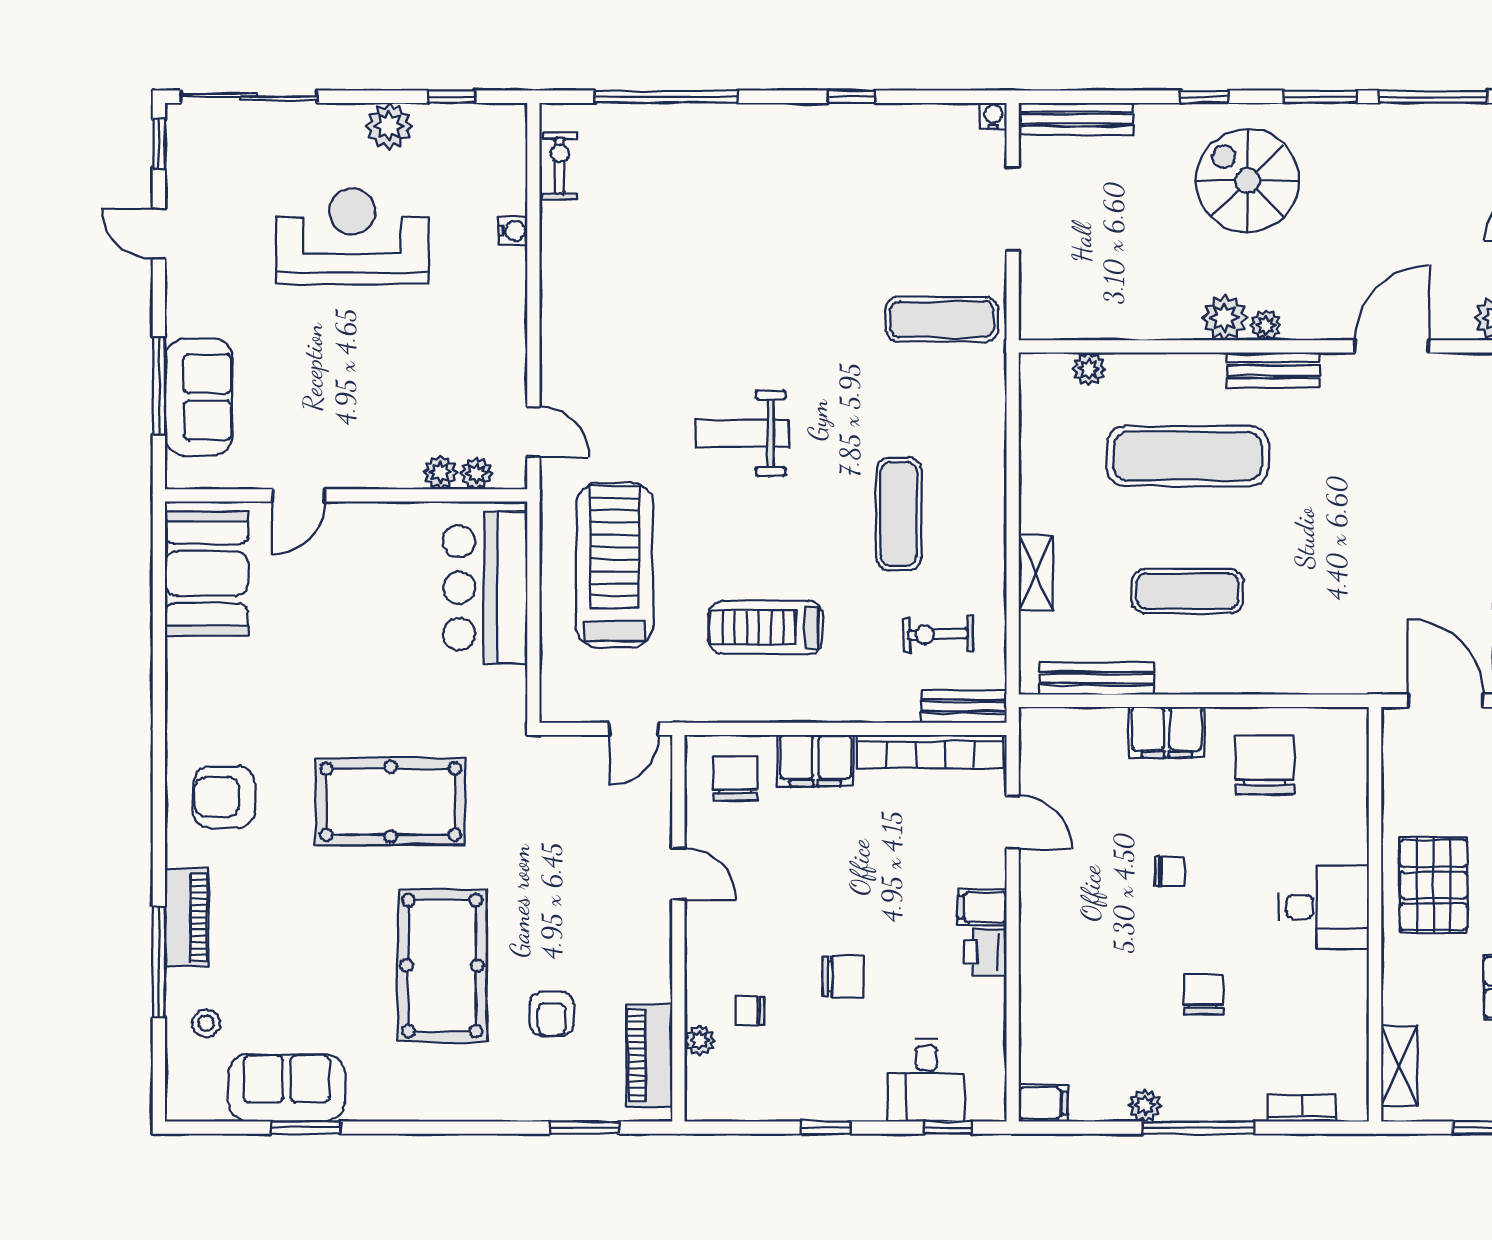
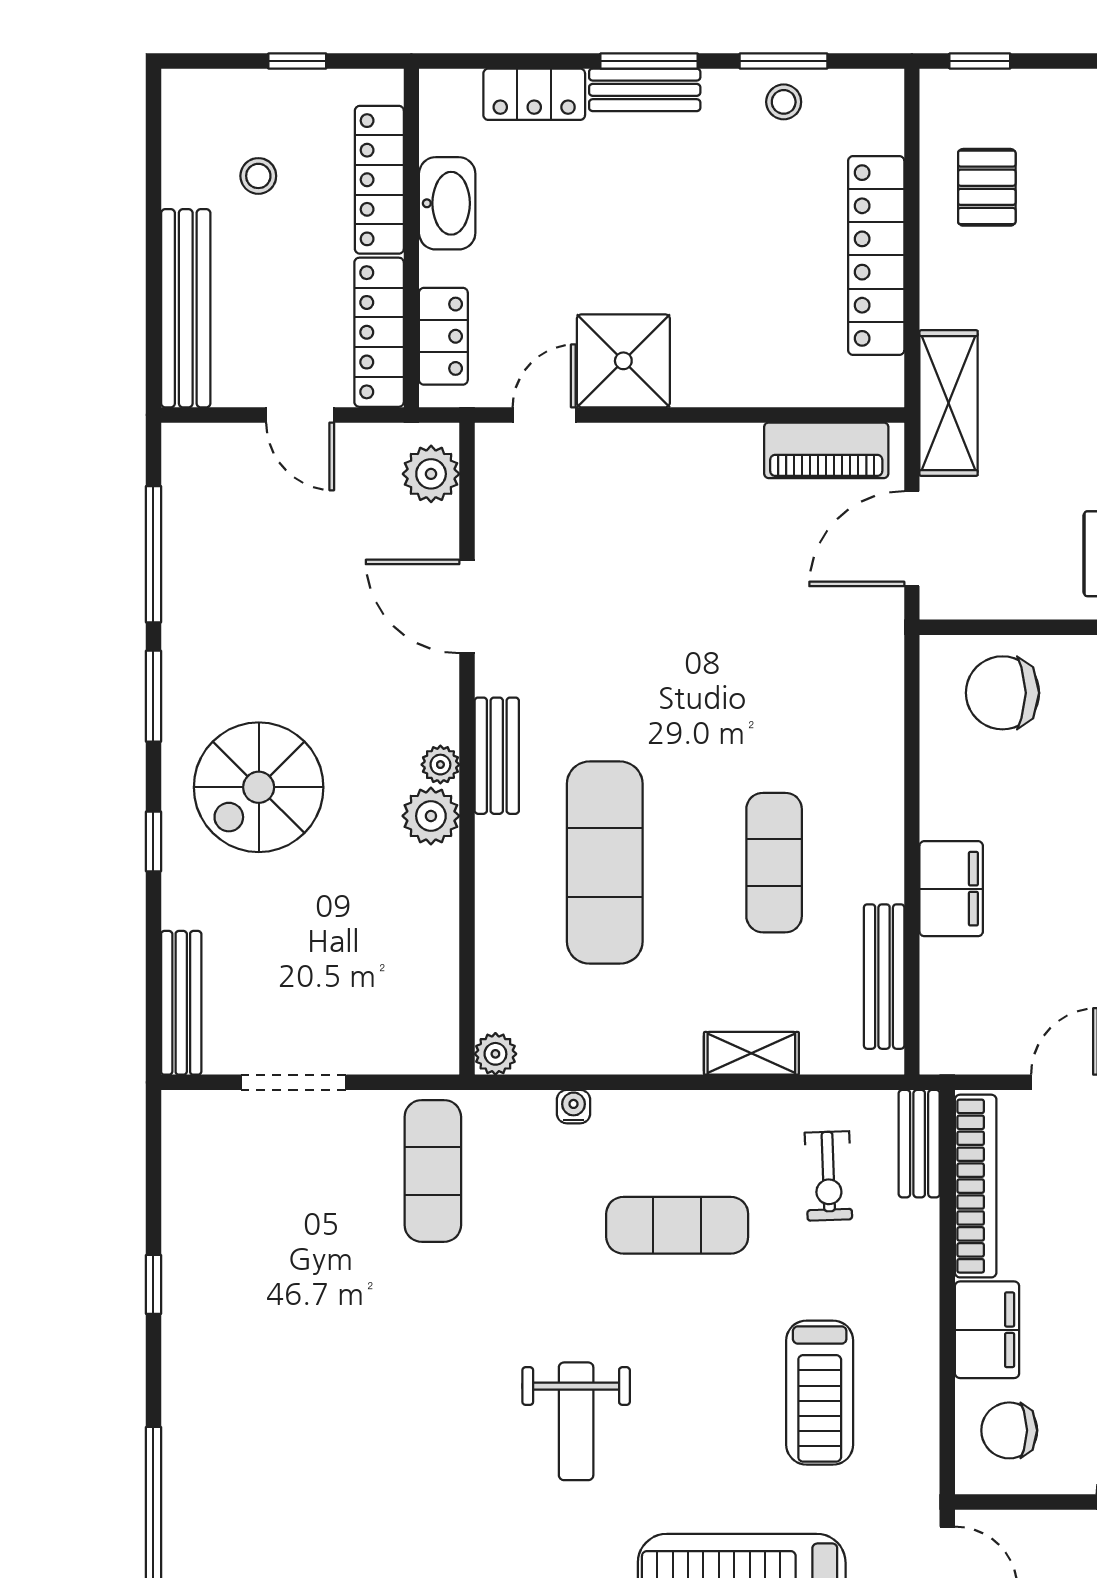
water cooler: (993, 116) -> (574, 1107), moved, turned 90
plant: (1089, 369) -> (495, 1054), moved
chair: (1264, 765) -> (1002, 693), moved

